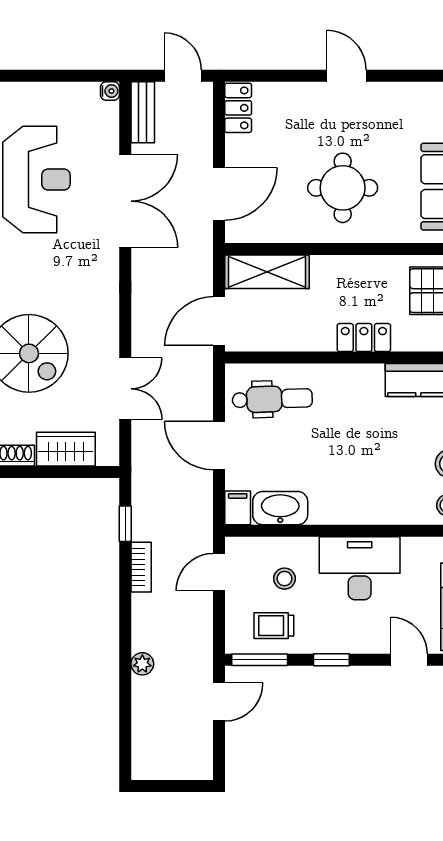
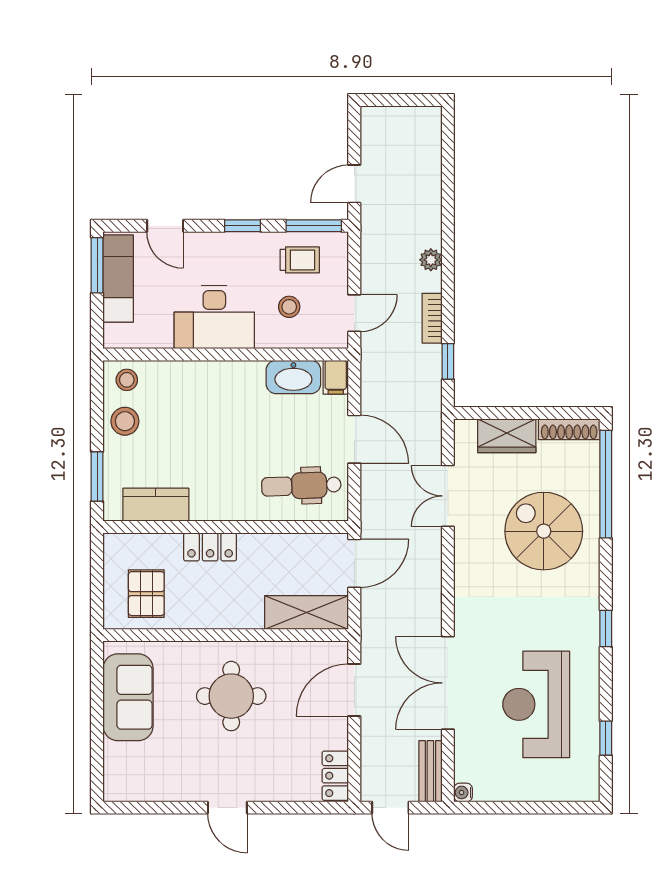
plant: (142, 664) -> (431, 260), moved

